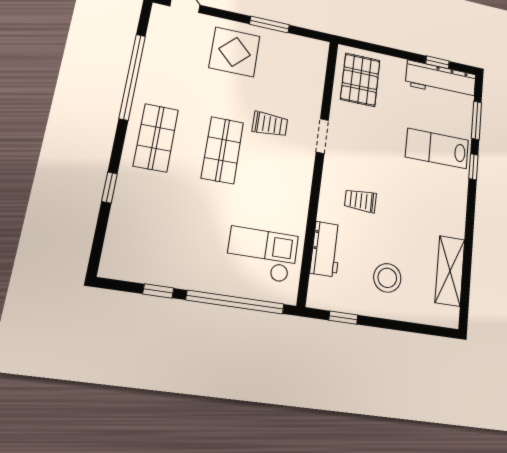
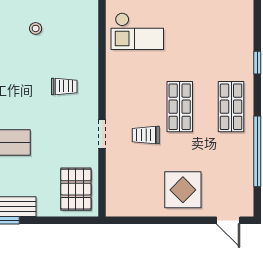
window: (270, 25) -> (158, 220), removed
workbench: (326, 249) -> (88, 43), removed
stool: (387, 278) -> (36, 28), width x0.53, depth x0.53

